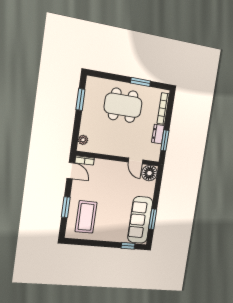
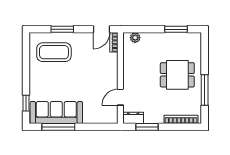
window: (140, 82) -> (205, 90), width x1.44
dining table: (123, 105) -> (177, 75), width x0.73
dresser: (158, 134) -> (133, 118), moved
floor lamp: (149, 173) -> (109, 115), removed
window: (153, 219) -> (58, 127), width x1.44

